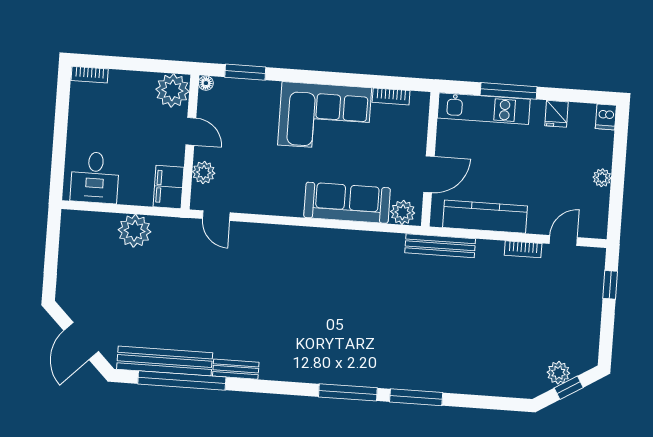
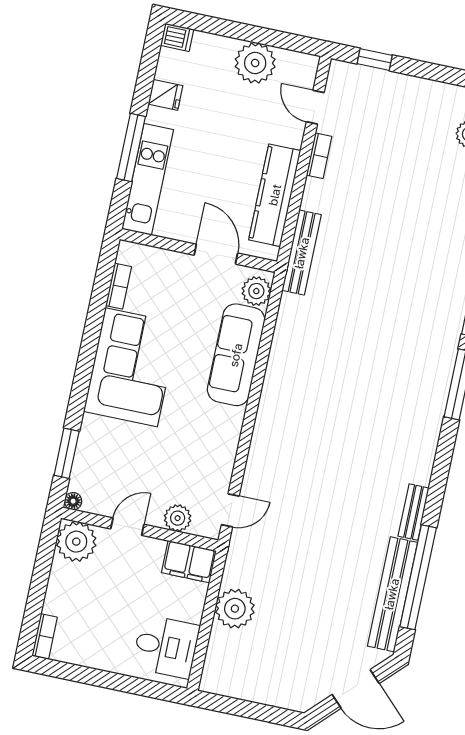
plant: (602, 178) -> (255, 63), width x1.88, depth x1.88

